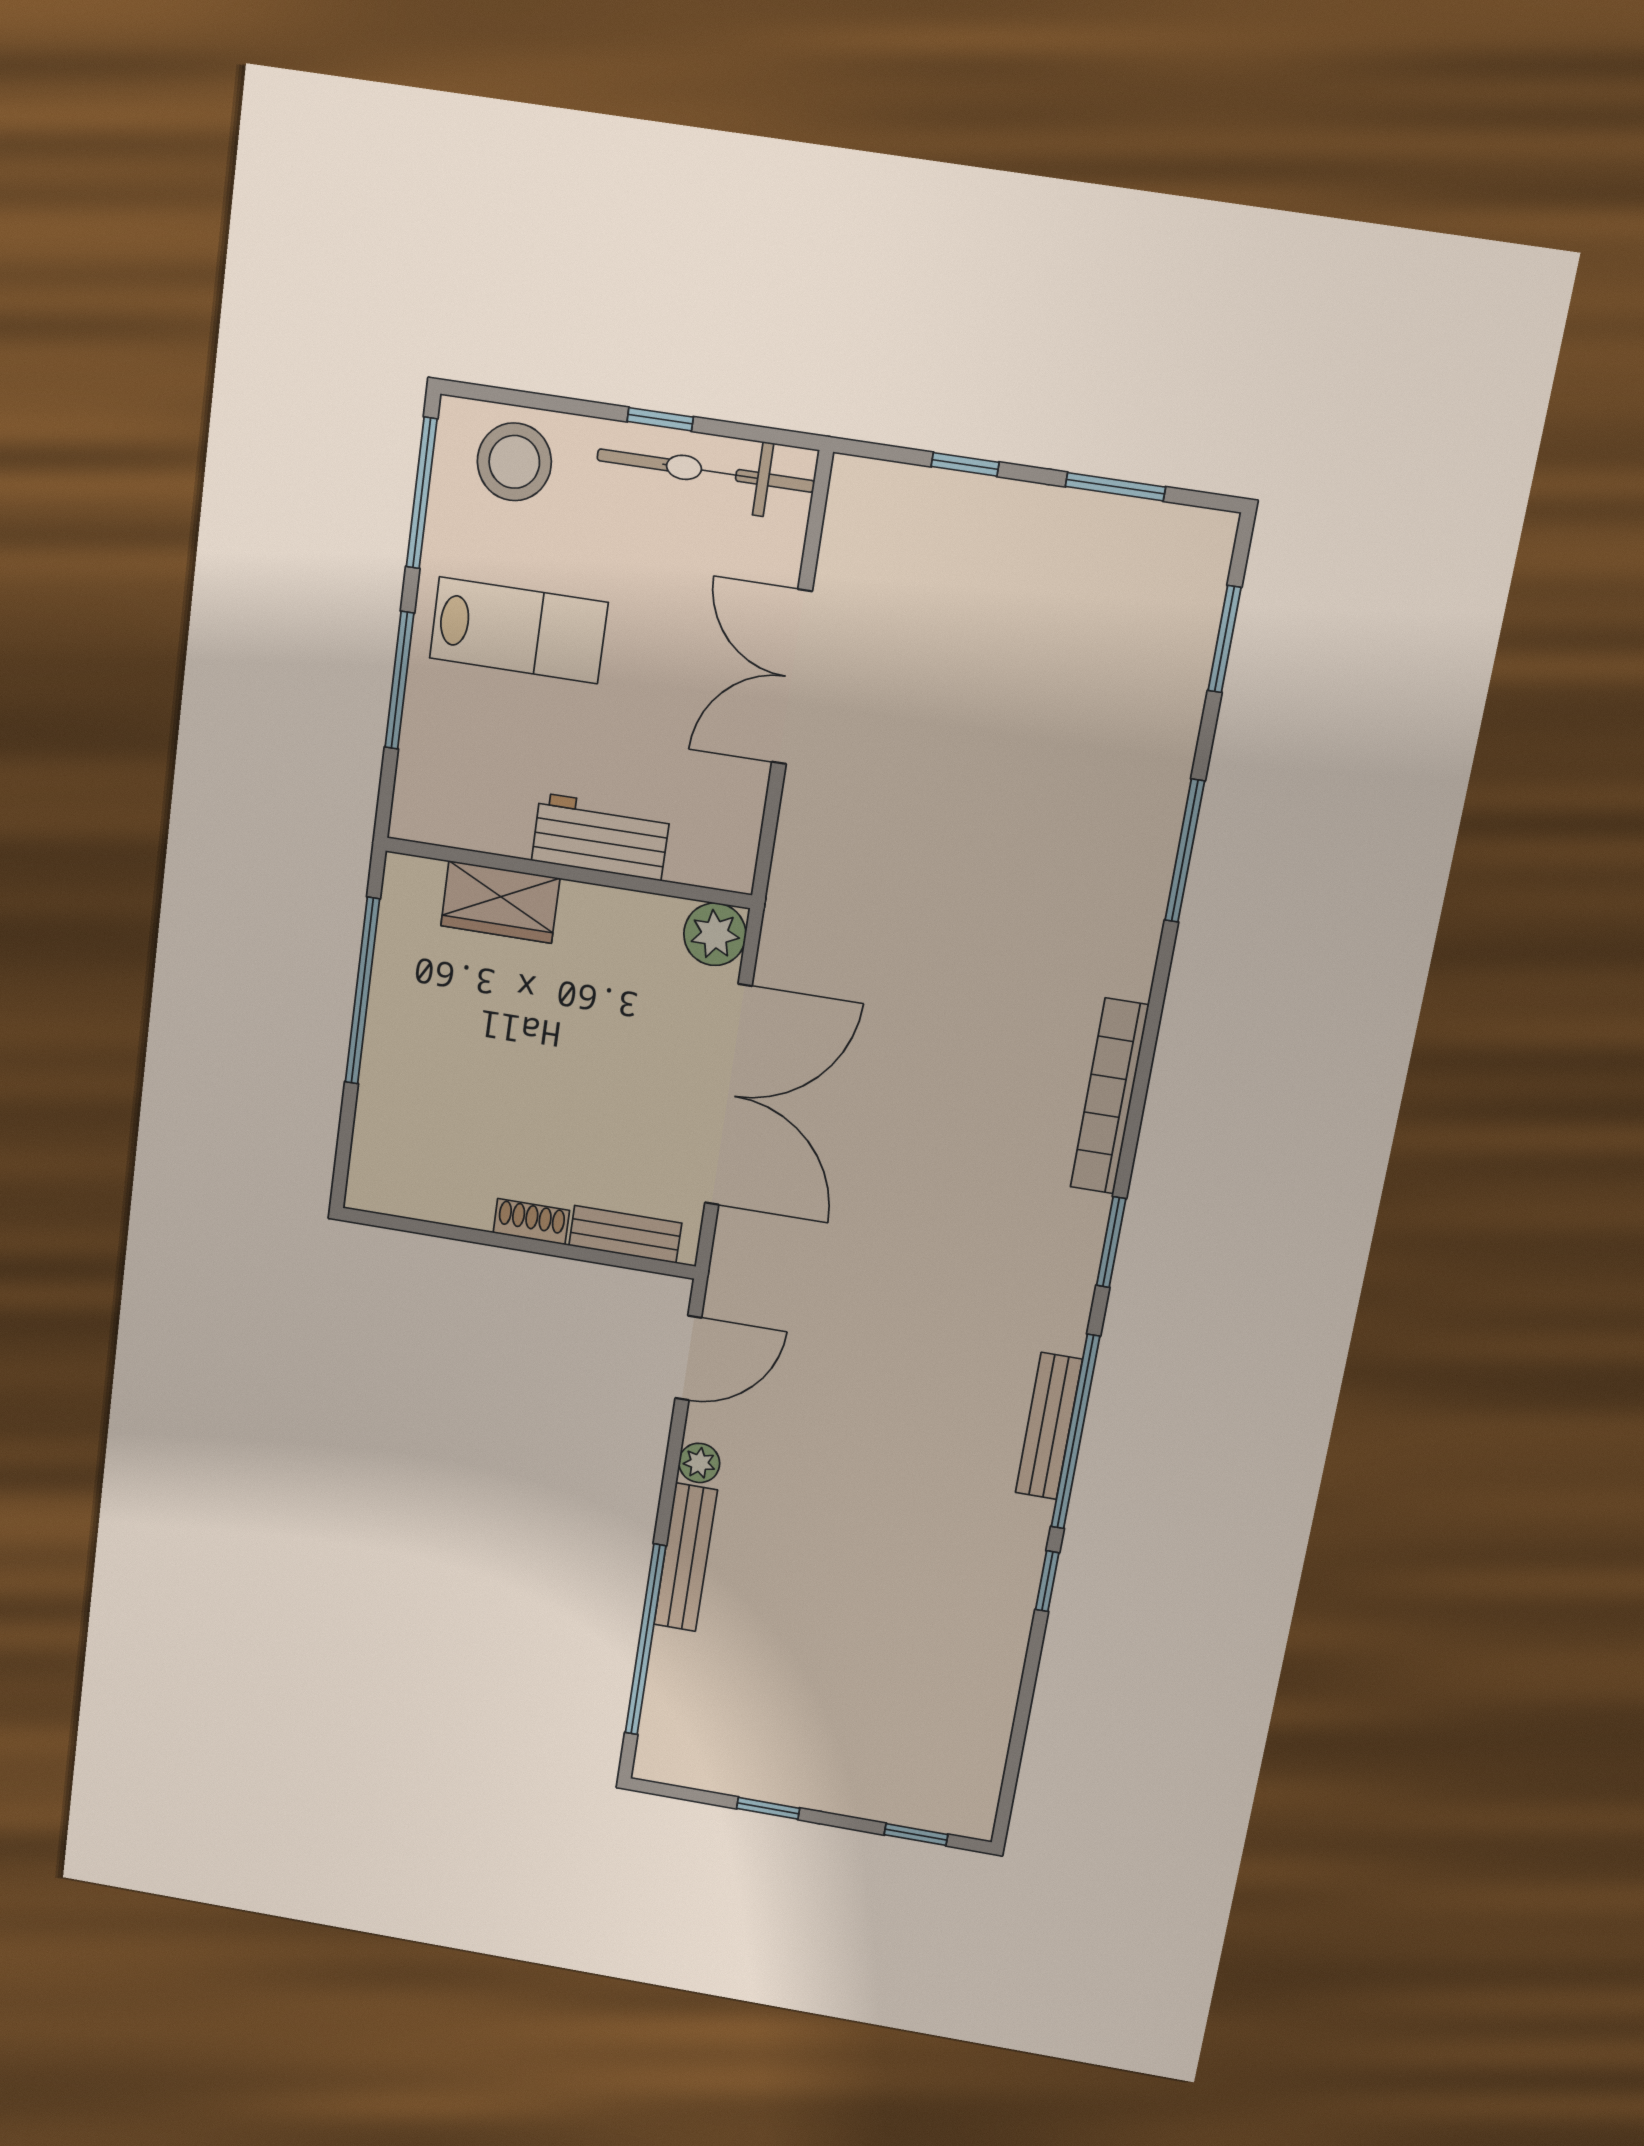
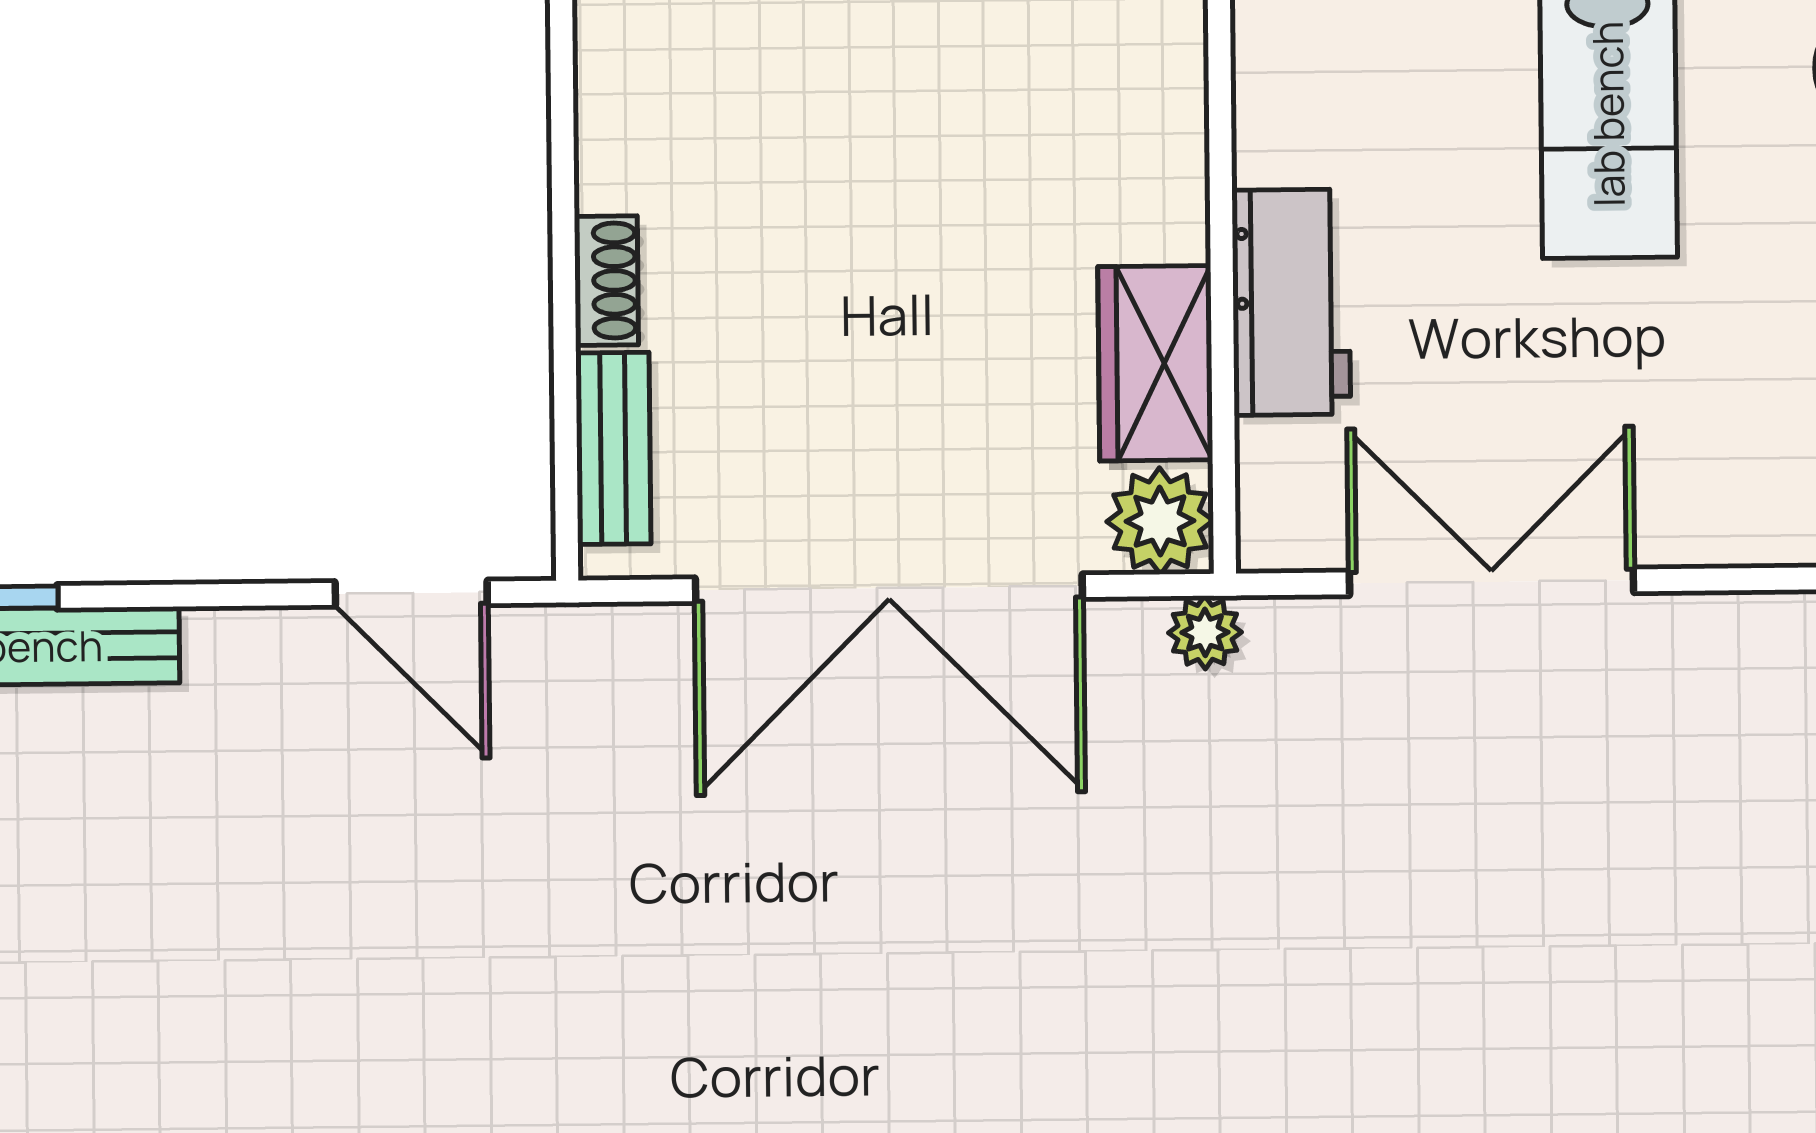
double door: (792, 677) -> (1491, 582), moved
wardrobe: (500, 902) -> (1155, 363), moved
plant: (699, 1463) -> (1205, 632), moved

